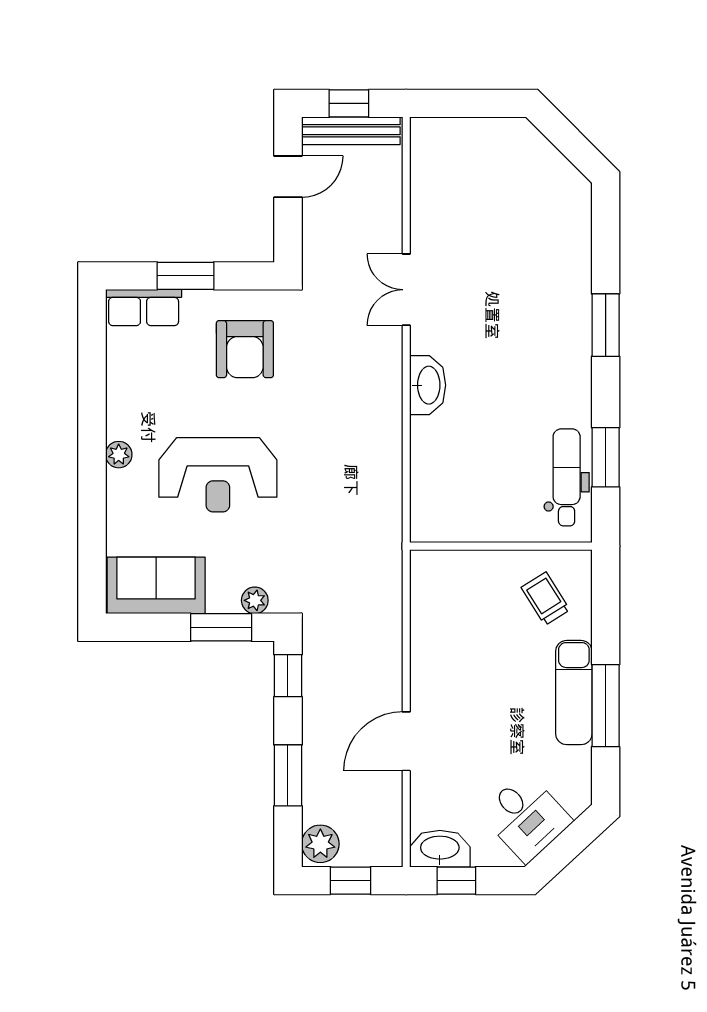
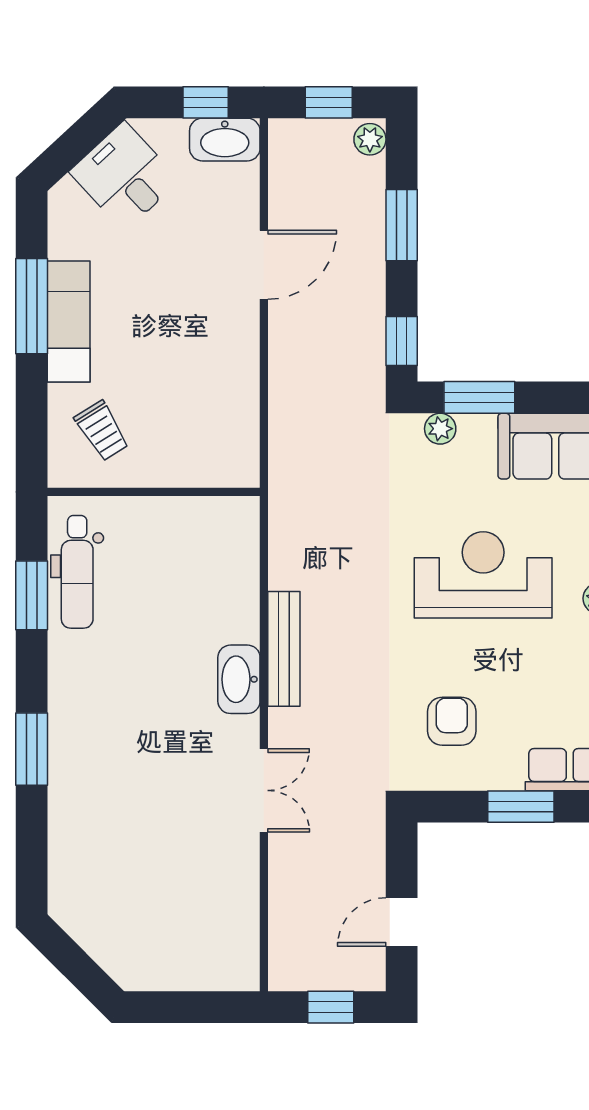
bench: (351, 131) -> (284, 649), moved, turned 90
armchair: (245, 349) -> (452, 721), width x0.72, depth x0.72
plant: (320, 844) -> (370, 139), width x0.73, depth x0.73

